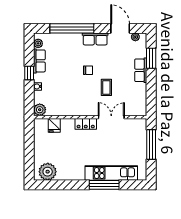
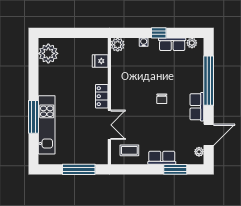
coffee table: (106, 87) -> (129, 150), moved

